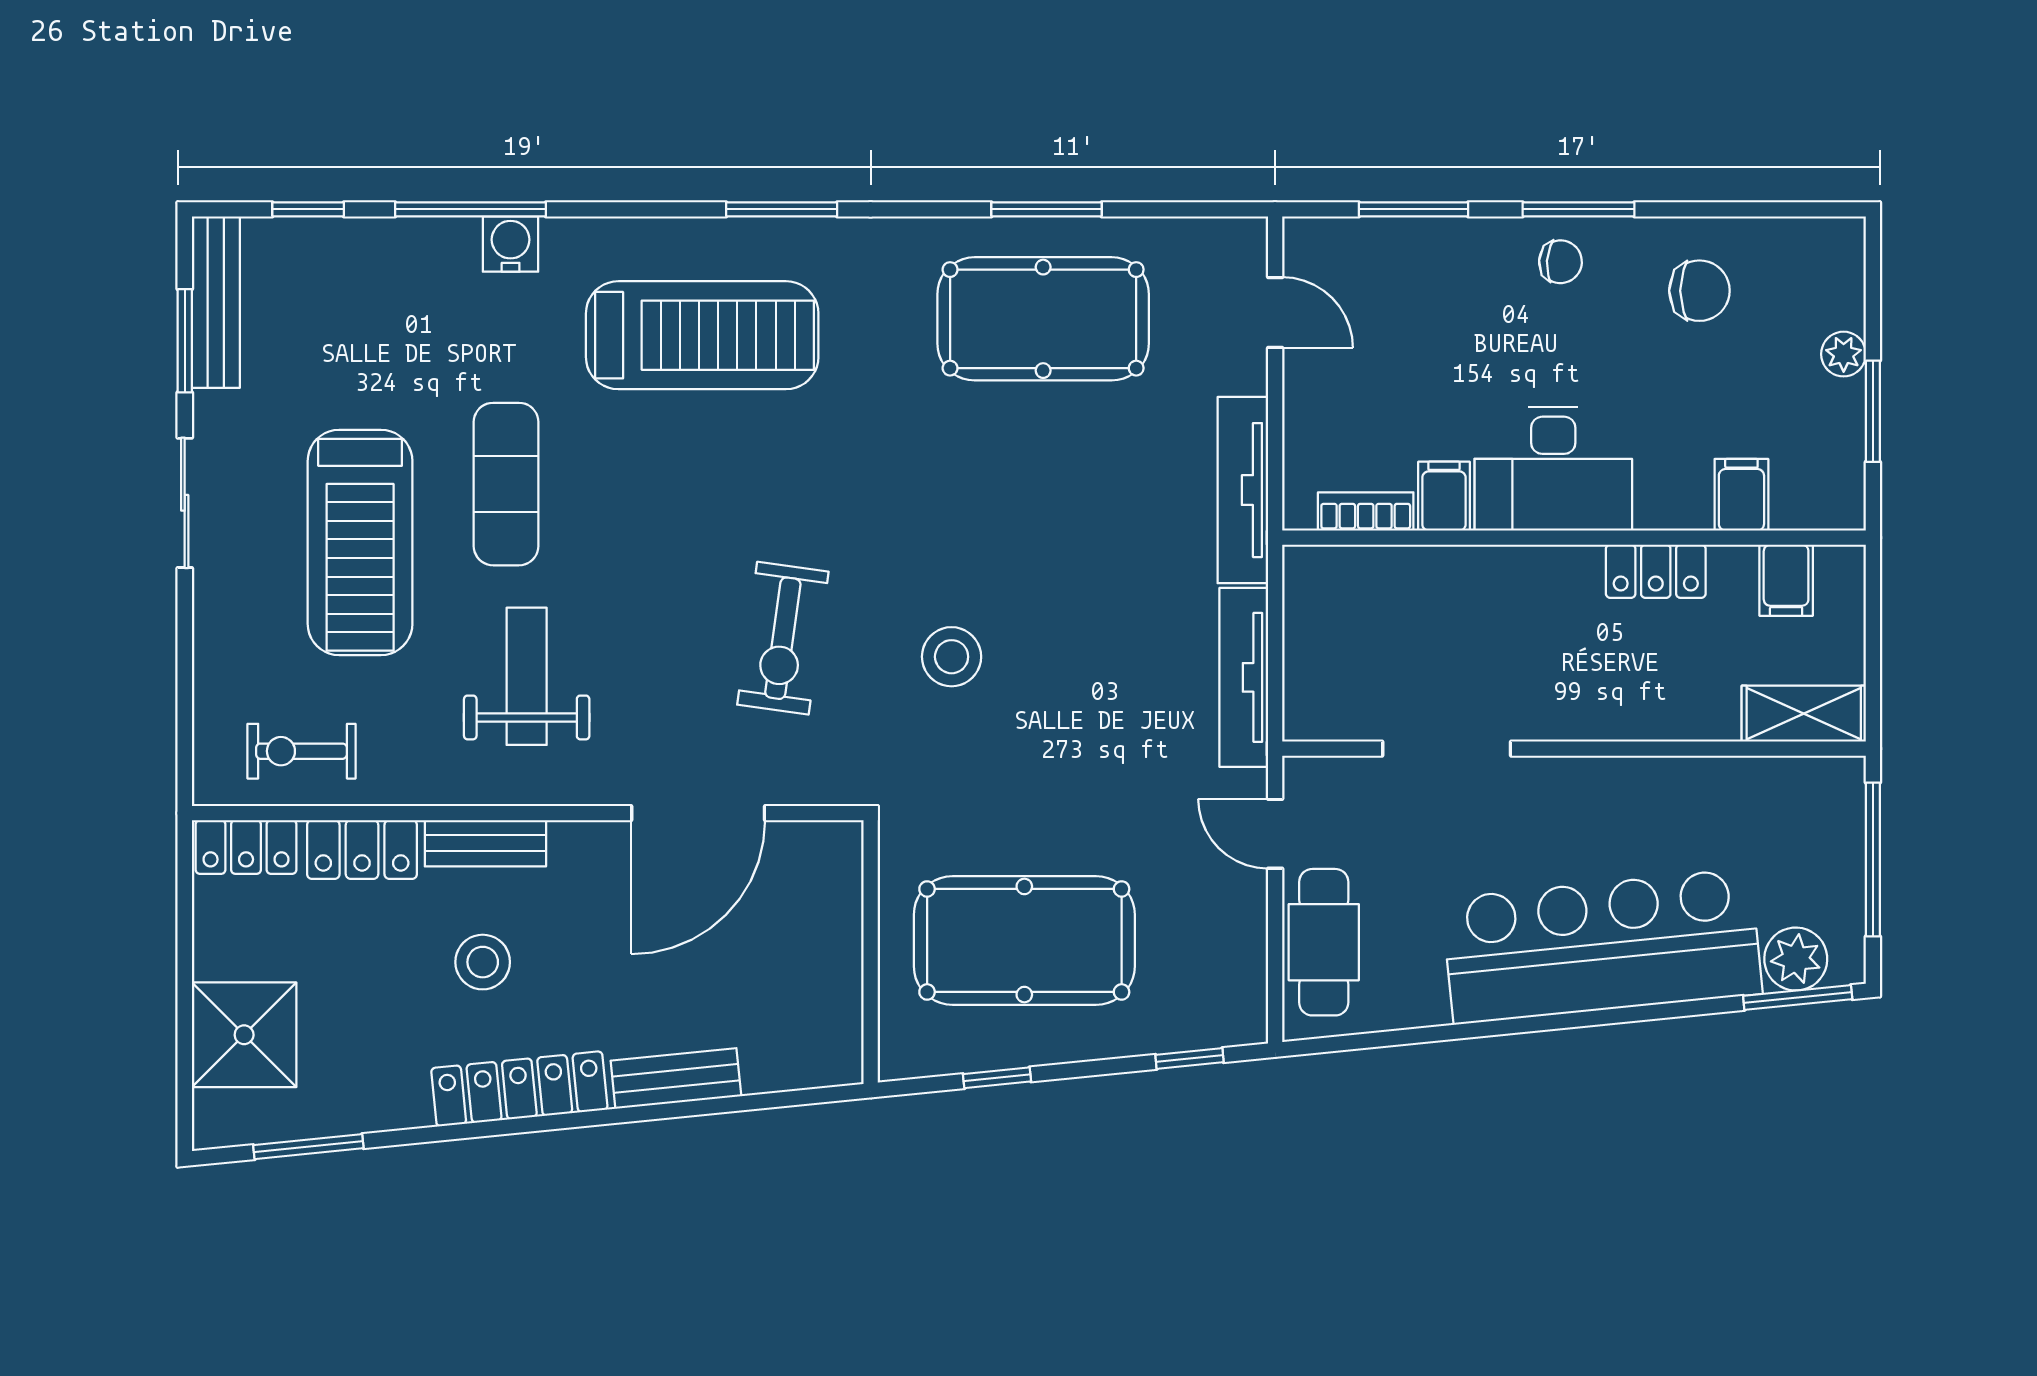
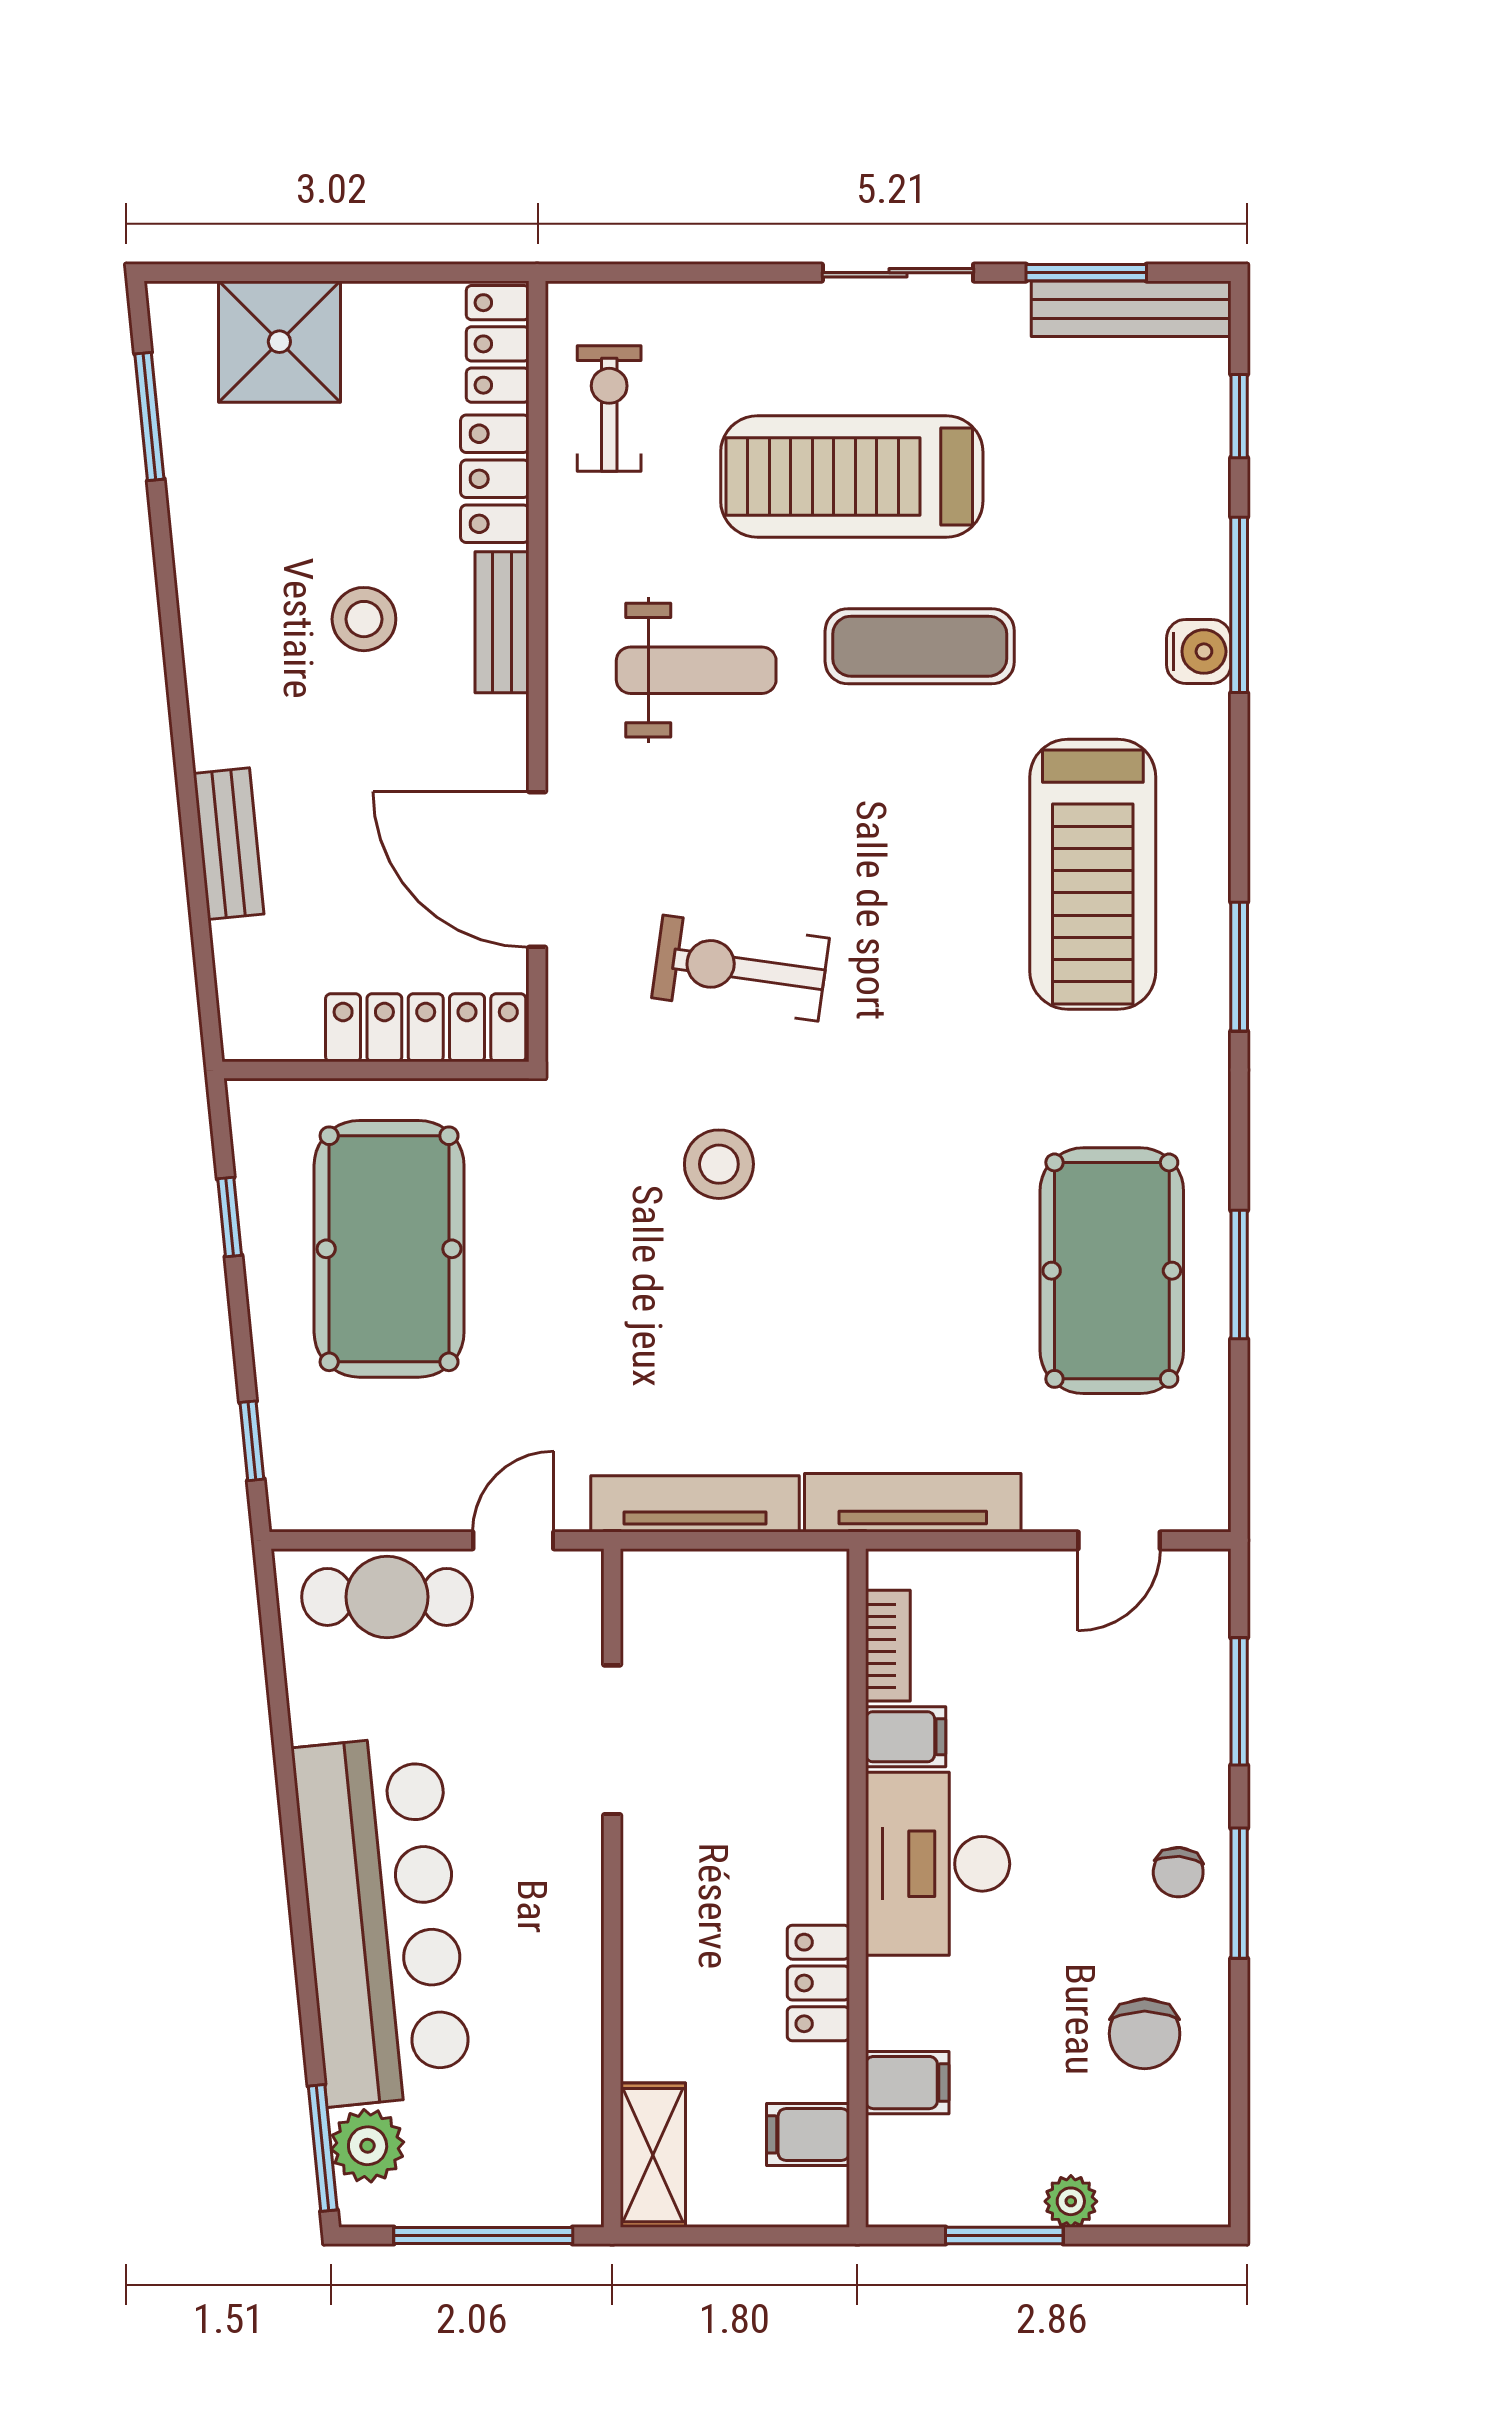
locker: (519, 1089) -> (426, 1028), moved, turned -84

